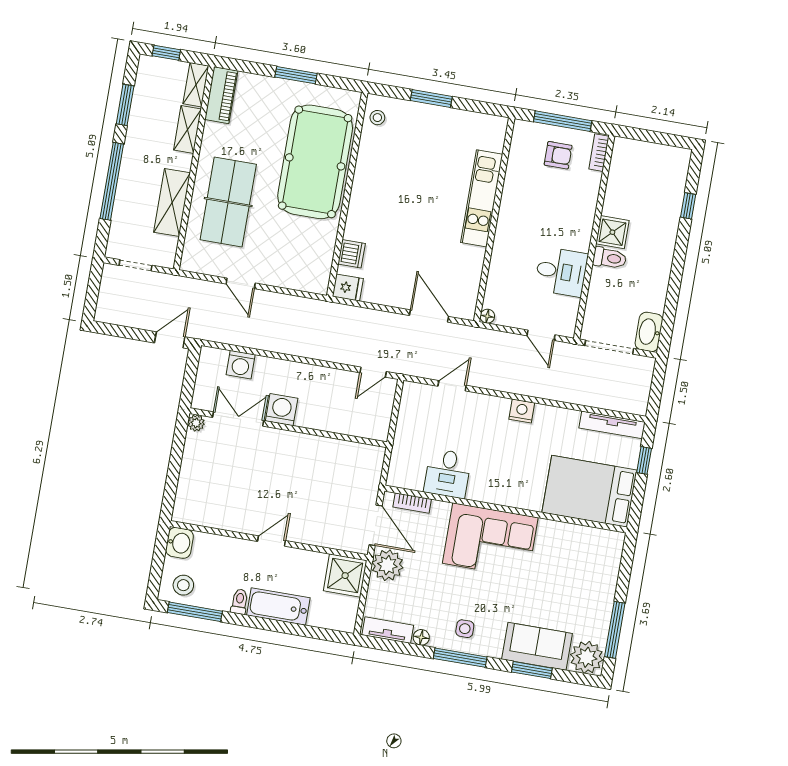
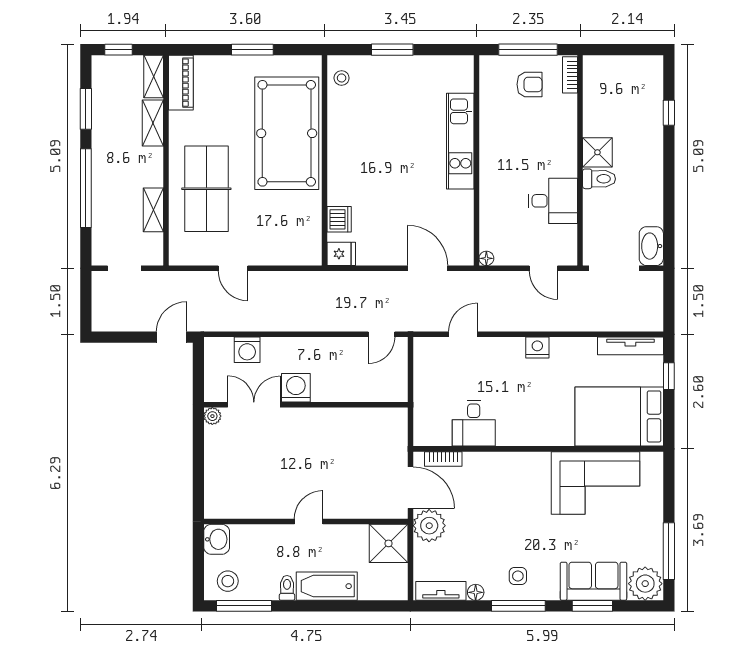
shelving: (172, 202) -> (153, 210), width x0.67, depth x0.75
corner sofa: (490, 540) -> (595, 483), moved

